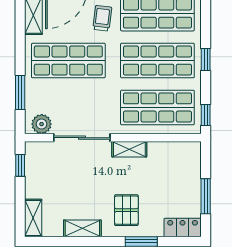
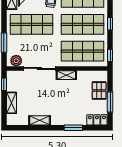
pallet: (126, 210) -> (99, 90), moved
shelving: (33, 218) -> (11, 103), moved

